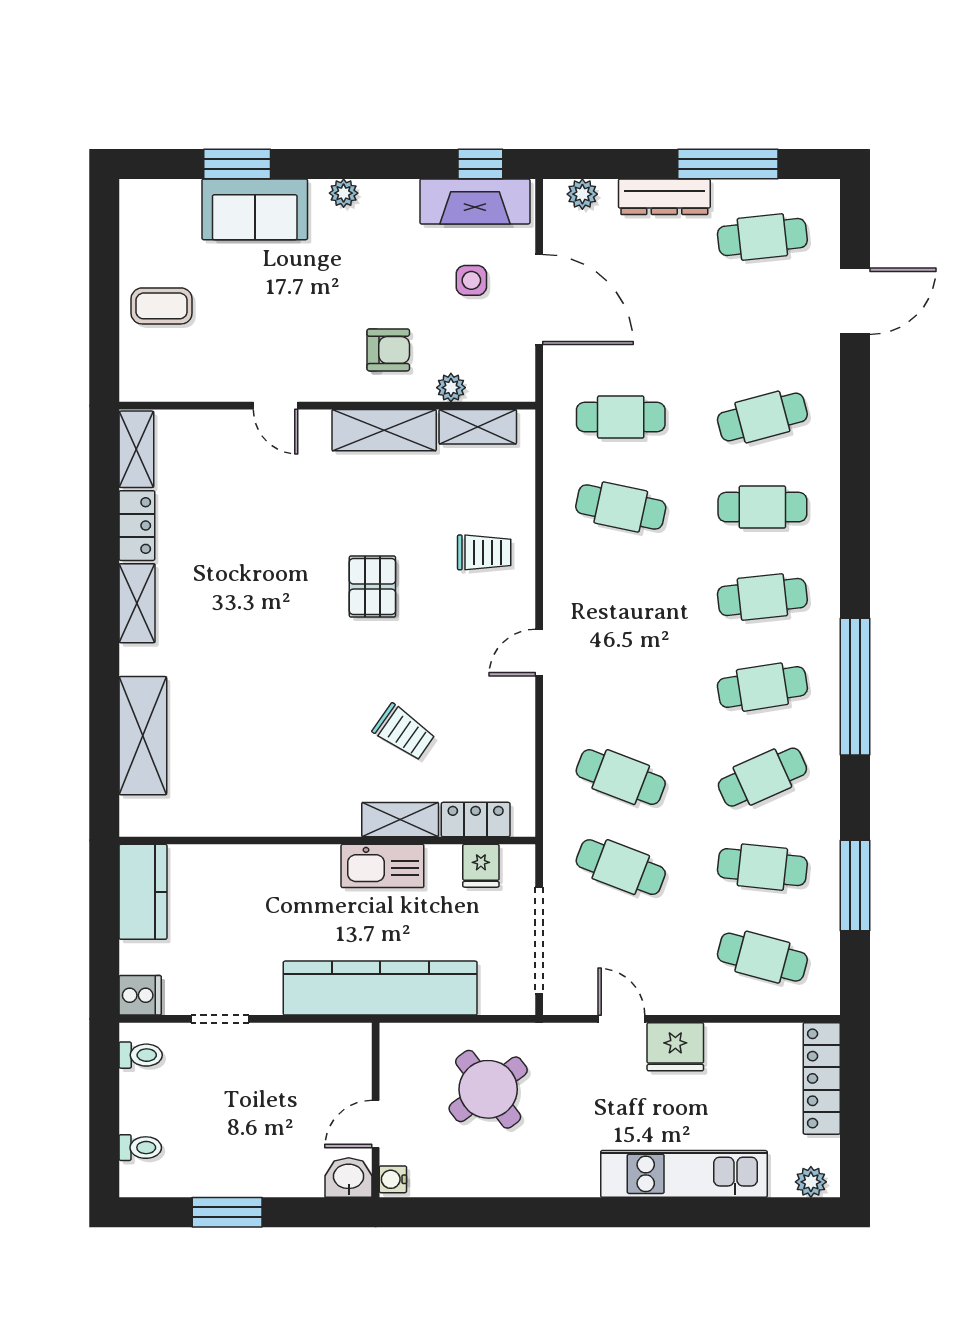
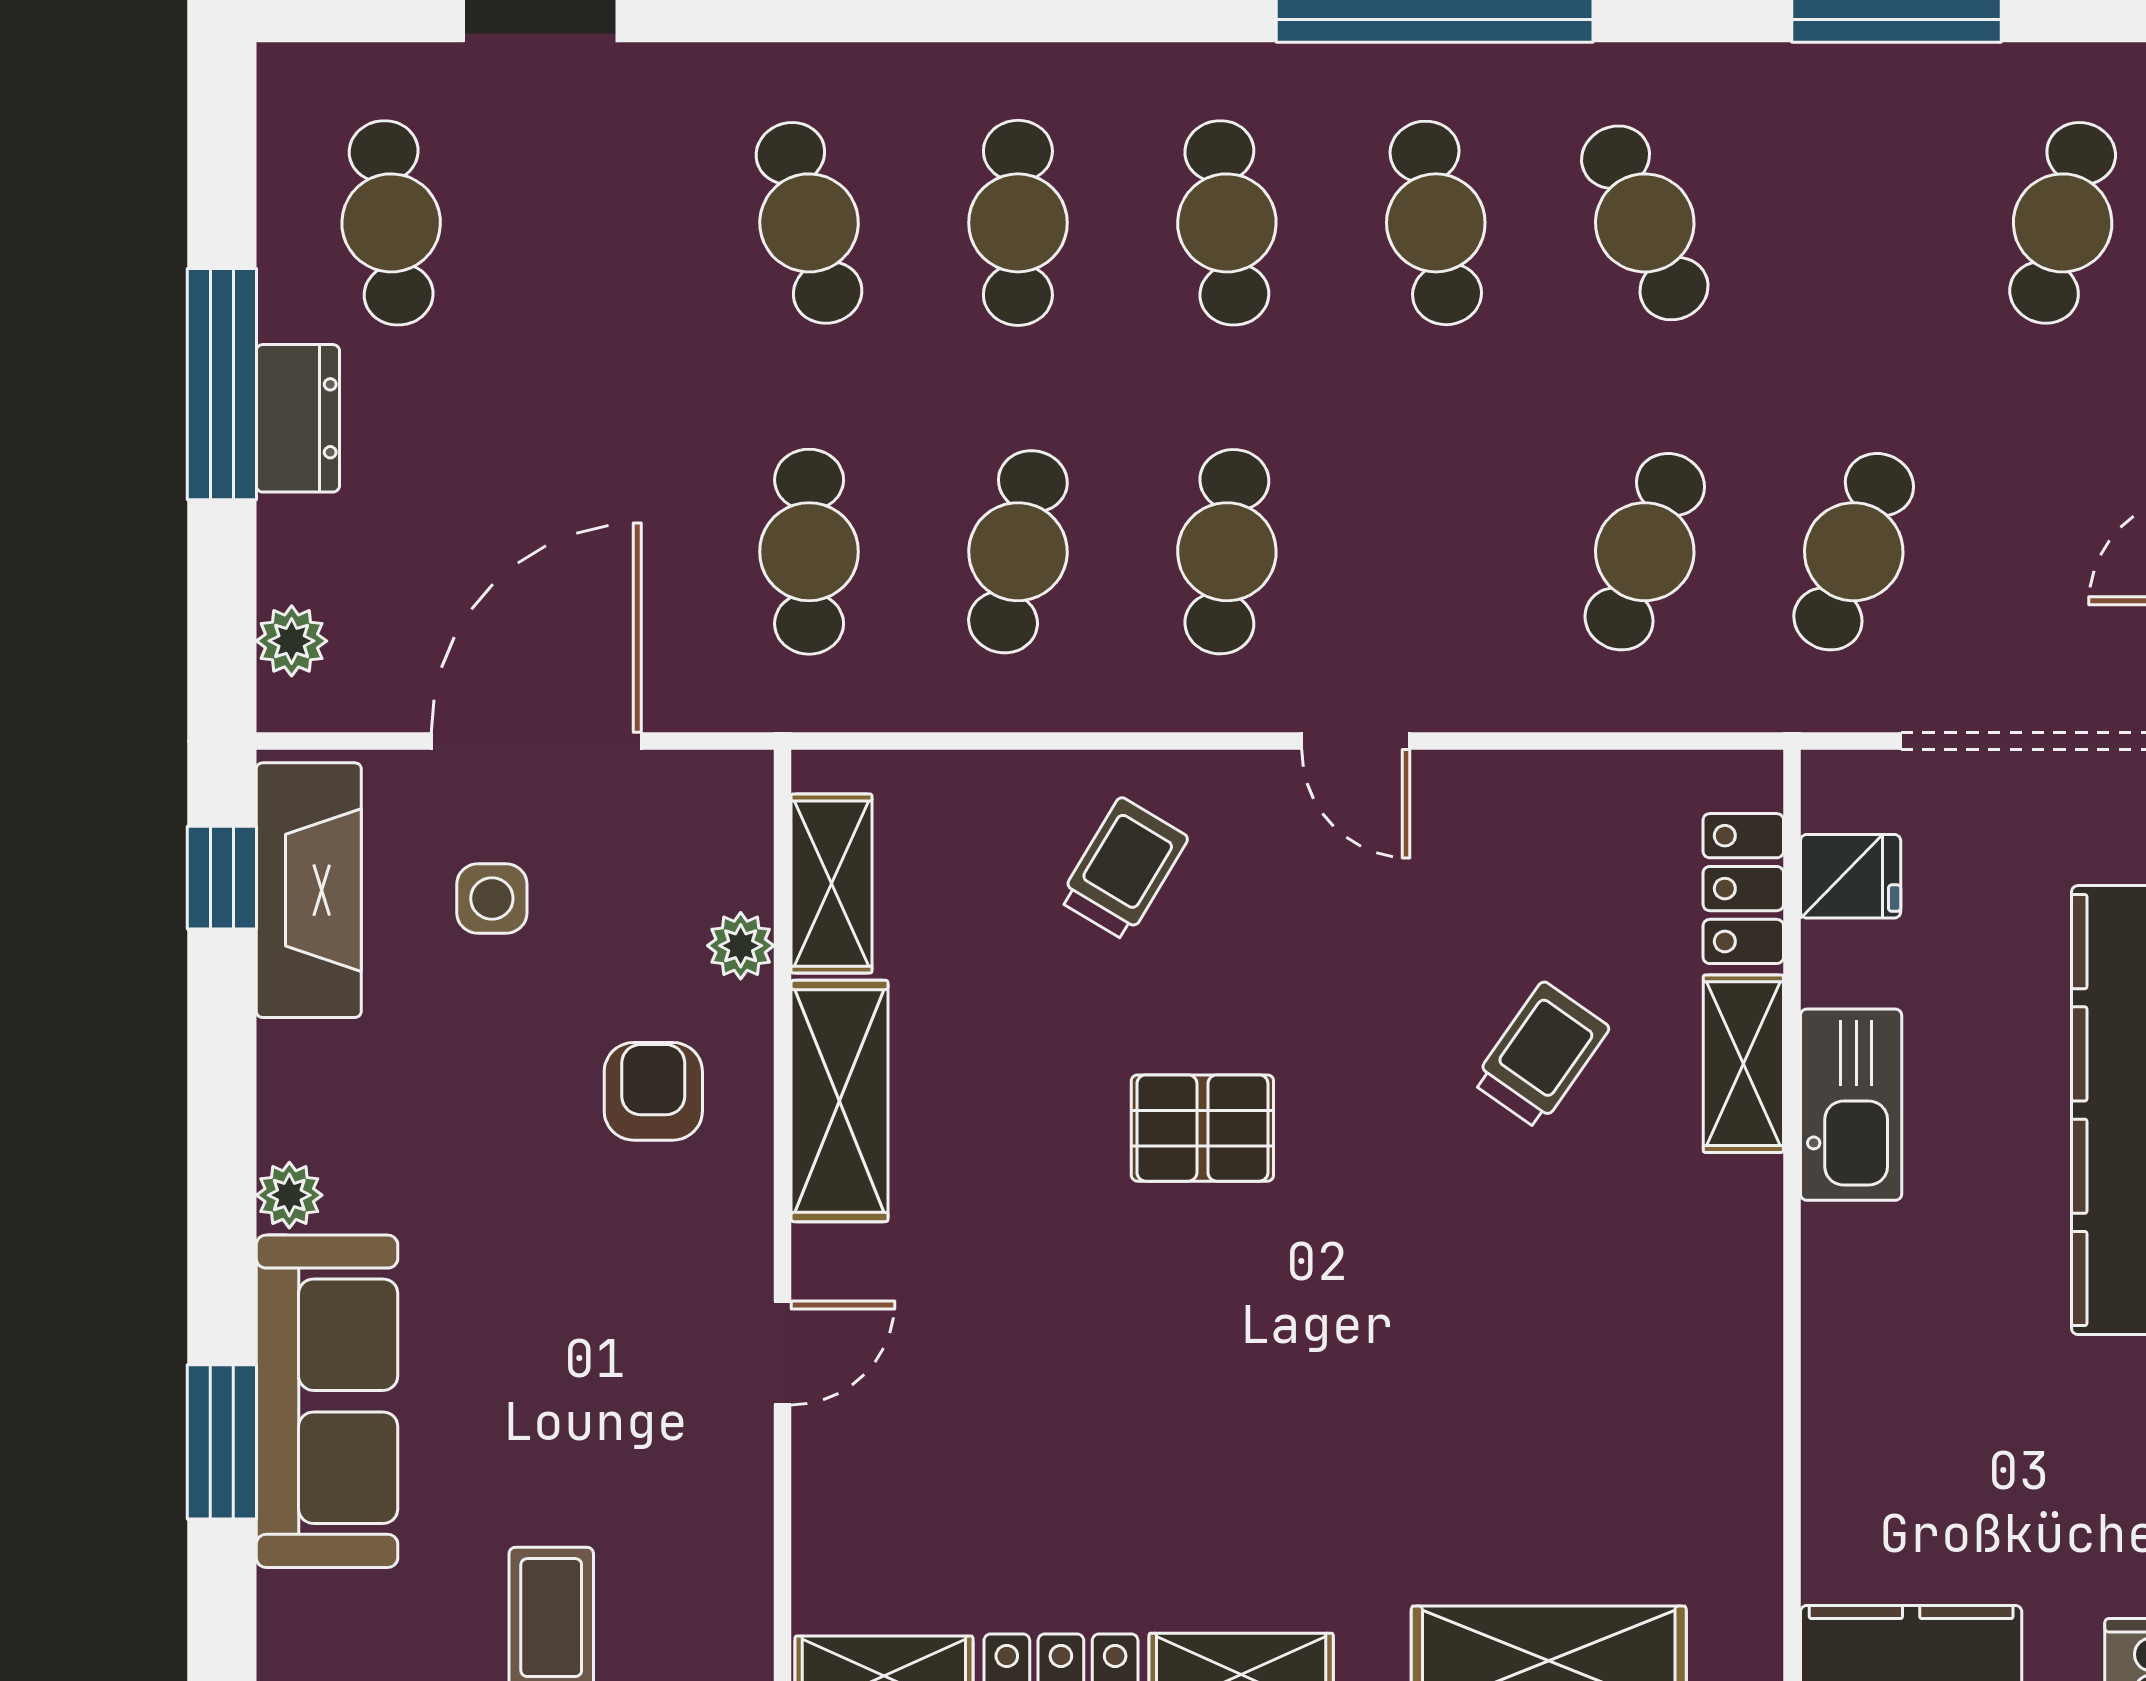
window: (728, 164) -> (222, 384), moved
dresser: (664, 197) -> (298, 418), width x0.70
sofa: (255, 209) -> (327, 1401), width x1.36
trolley: (484, 552) -> (1123, 869), turned 31
cafe table: (762, 867) -> (1227, 552), moved

